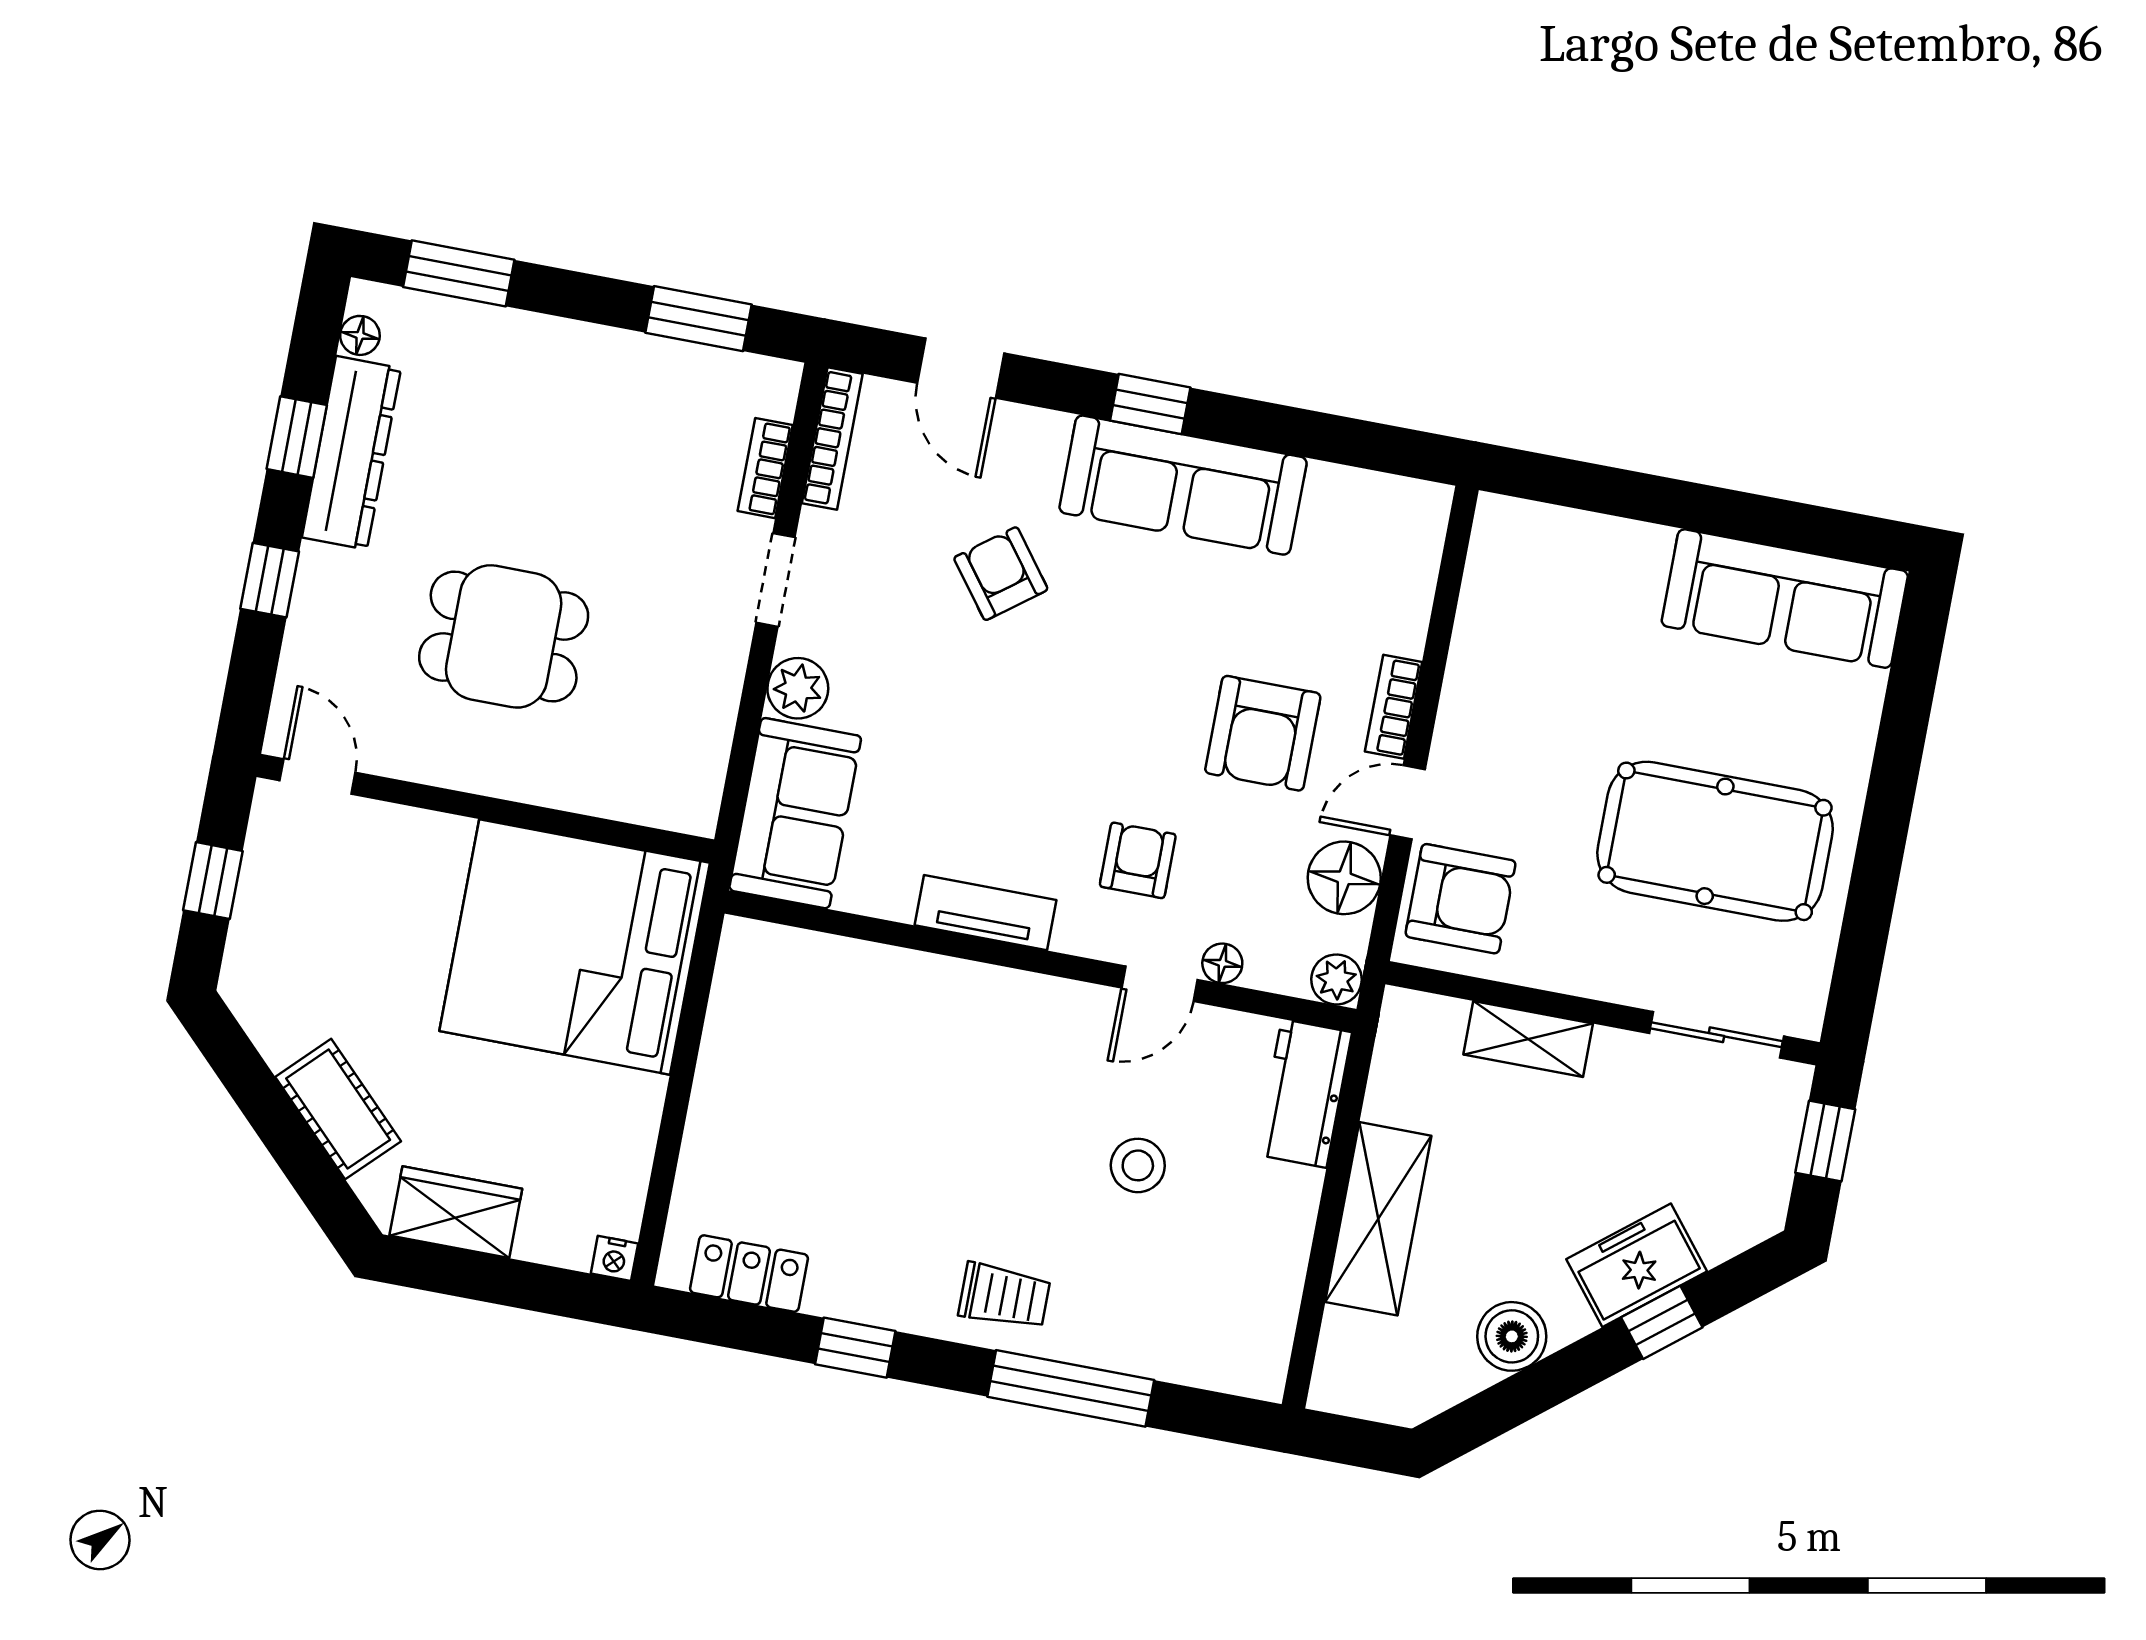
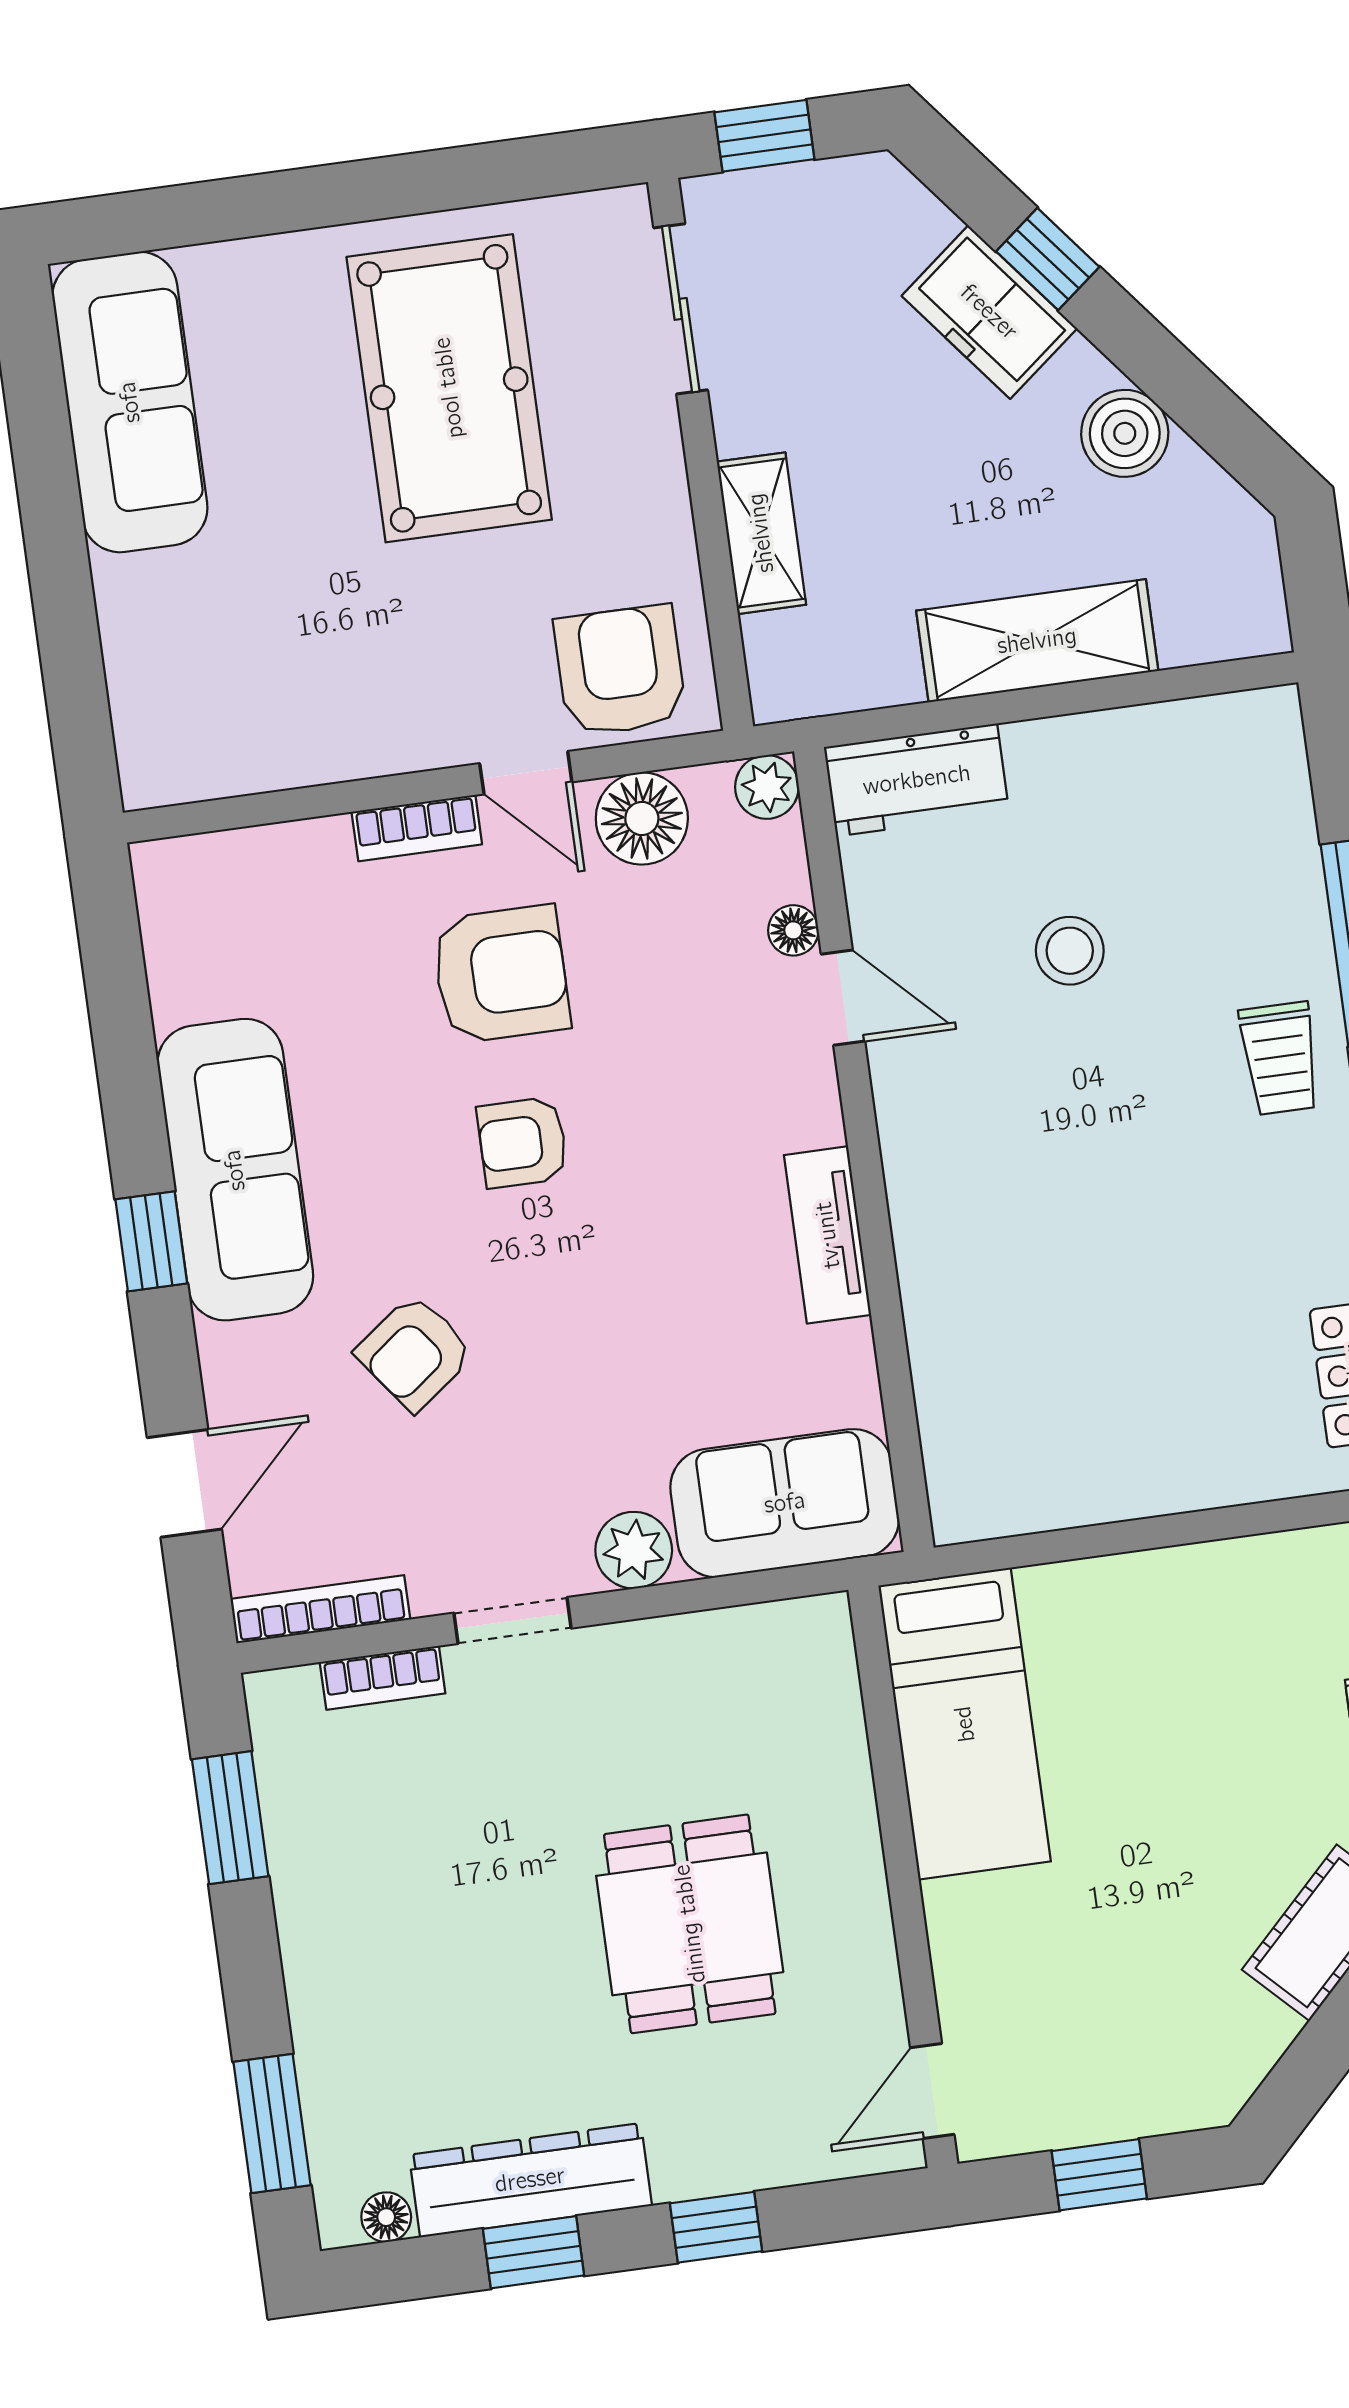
armchair: (1138, 860) -> (523, 1142), moved
bed: (575, 947) -> (965, 1724), width x0.49
trolley: (1004, 1296) -> (1280, 1058), turned 180

